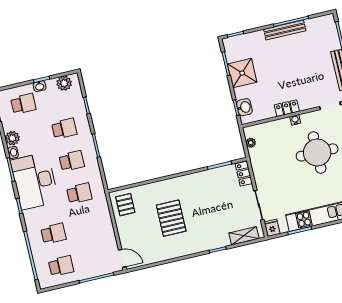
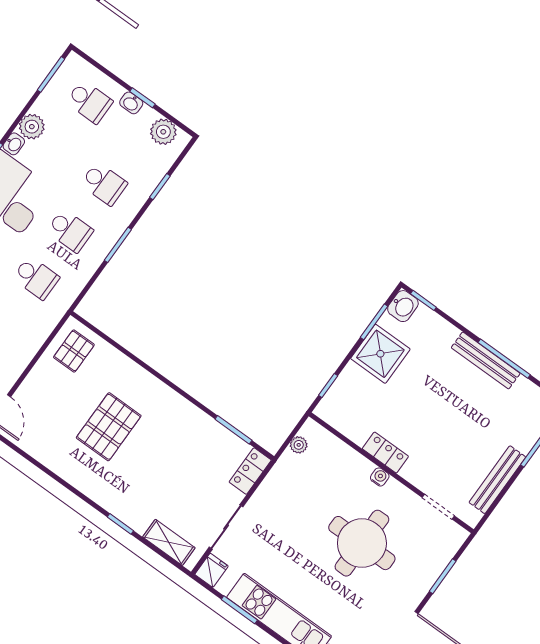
washbasin: (244, 107) -> (403, 306), moved

